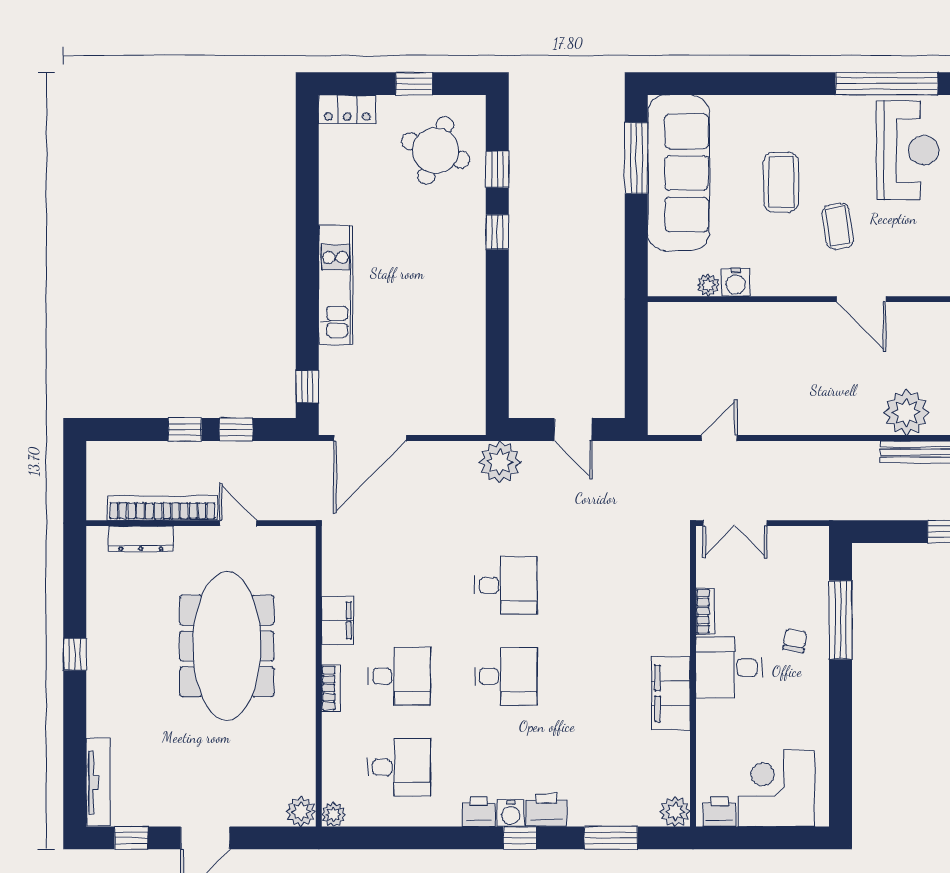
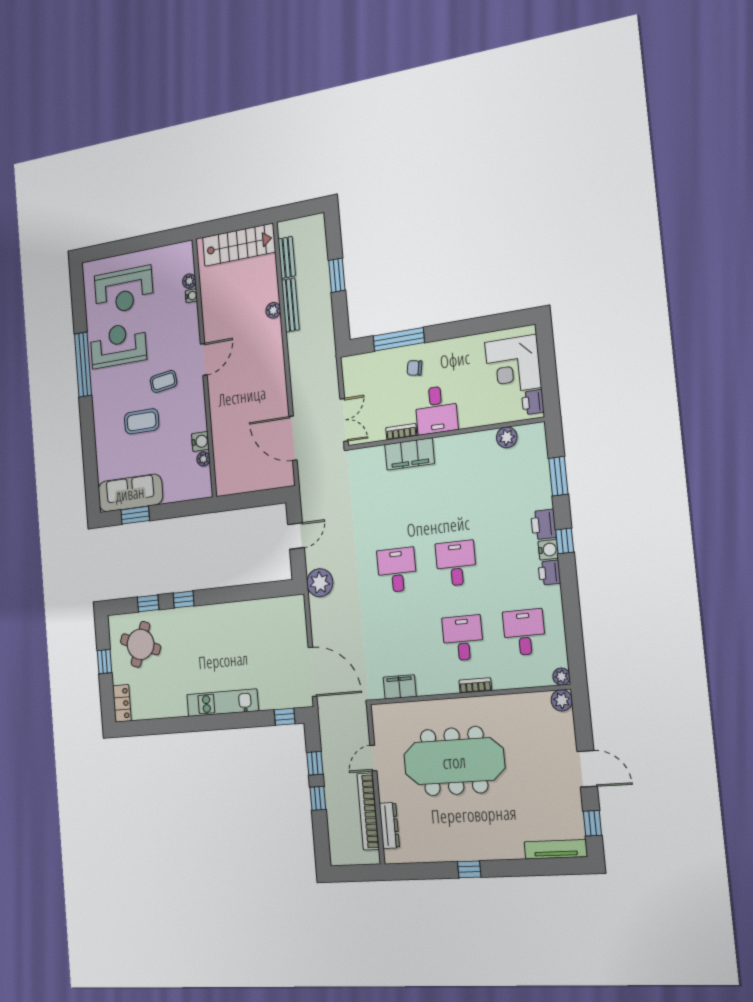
window: (636, 158) -> (135, 515), width x0.69
sofa: (679, 173) -> (130, 493), width x0.74, depth x0.79
plant: (906, 413) -> (273, 310), width x0.53, depth x0.53
door: (719, 438) -> (293, 438), width x1.87
filing cabinet: (338, 620) -> (400, 687), moved
filing cabinet: (671, 693) -> (410, 454), moved
plant: (675, 812) -> (507, 437), moved

